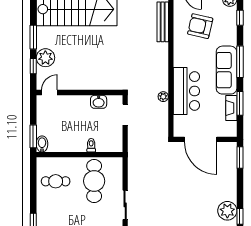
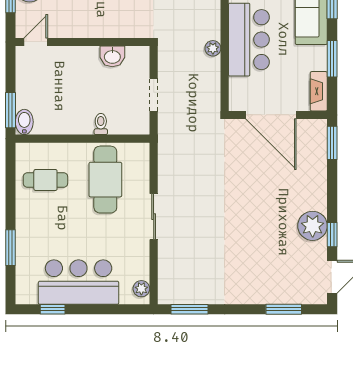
fireplace: (231, 108) -> (319, 91), moved
doorway: (125, 115) -> (154, 95), moved

